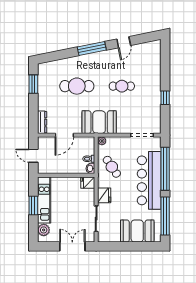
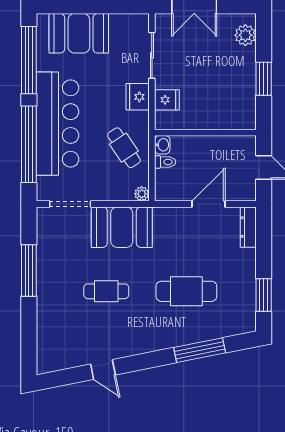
door: (124, 42) -> (103, 370), swing flipped
window: (92, 49) -> (200, 350), moved
window: (165, 98) -> (29, 271), width x2.17
booth: (99, 122) -> (122, 227), moved
fridge: (88, 183) -> (167, 100), moved
kitchen unit: (44, 200) -> (245, 89), removed

